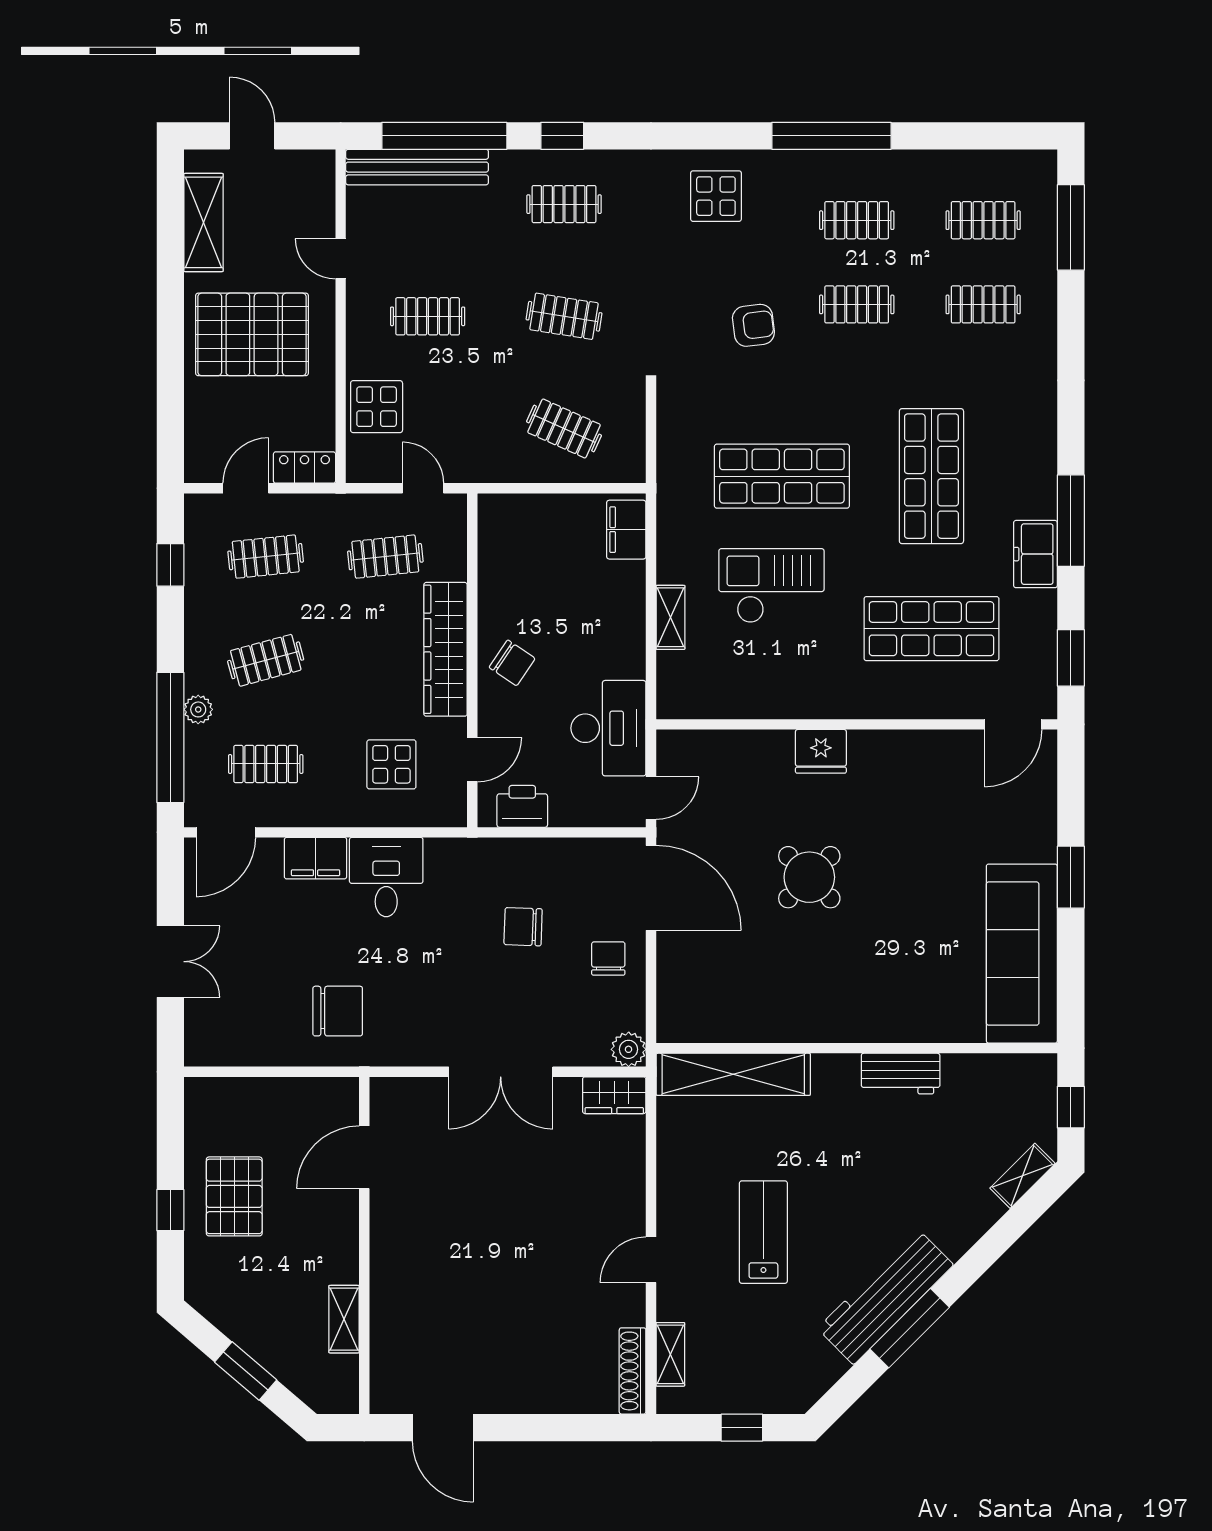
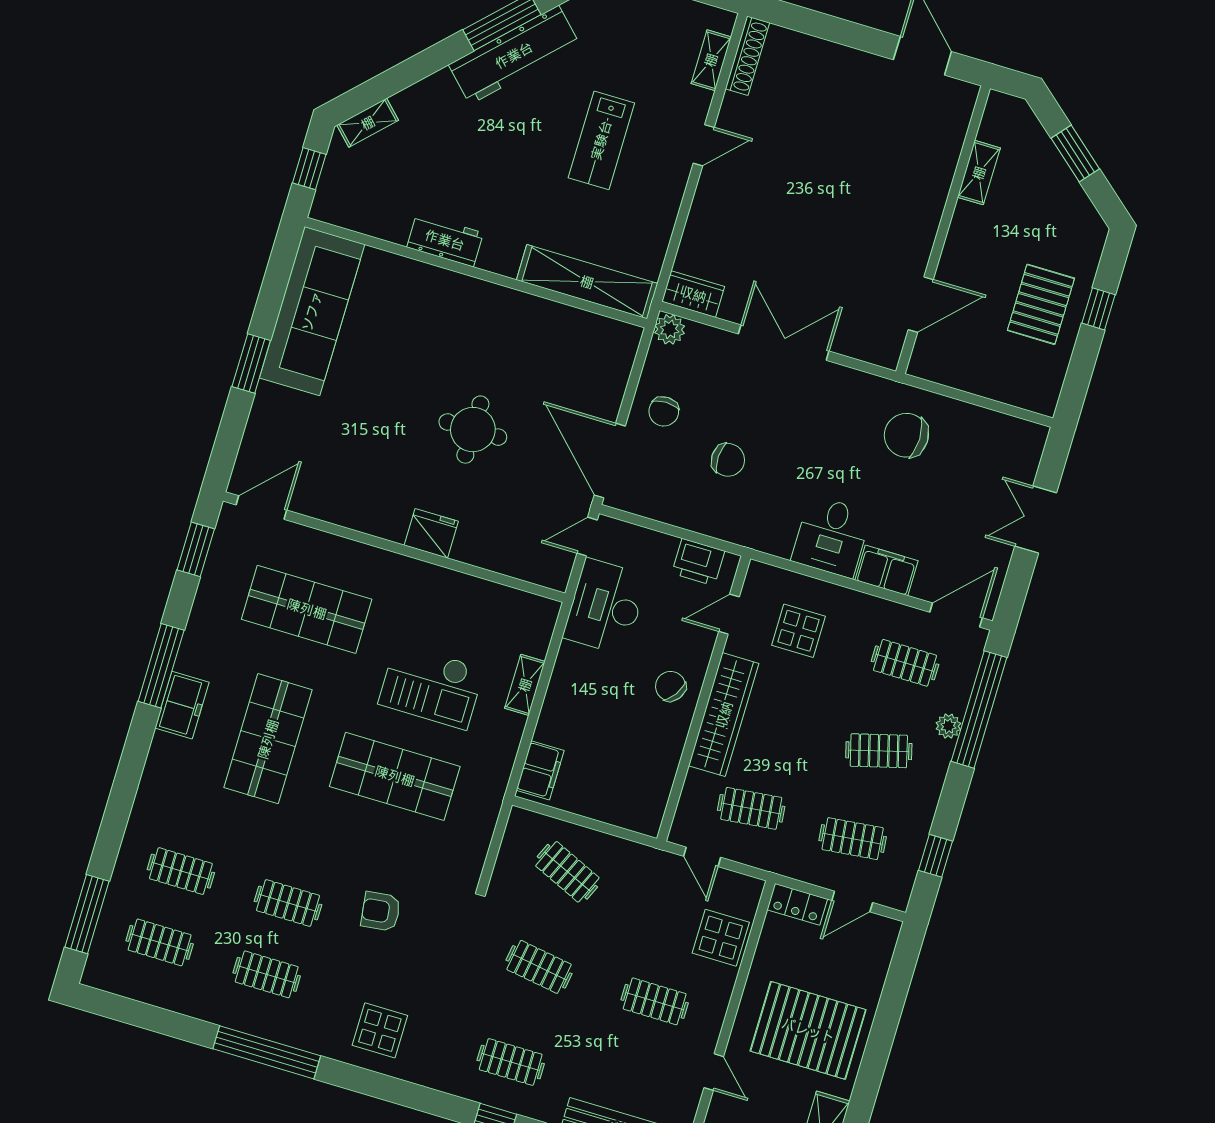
freezer: (1035, 554) -> (182, 705), moved
round table: (809, 877) -> (473, 430), turned 45

